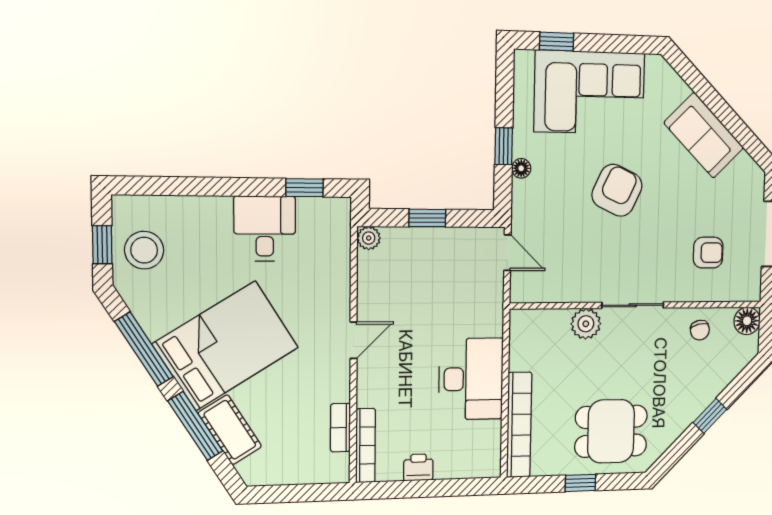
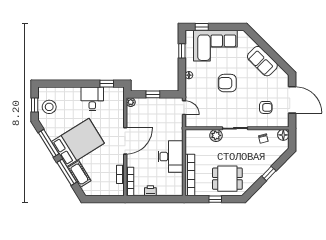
window: (504, 146) -> (182, 51), moved
armchair: (617, 190) -> (227, 83), turned -115
door: (354, 340) -> (125, 141), width x1.87

